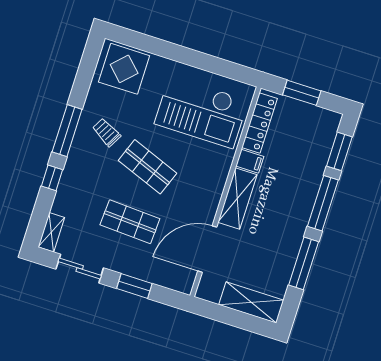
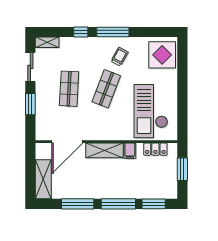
locker: (259, 123) -> (155, 149), width x0.66
door: (207, 249) -> (67, 142), swing flipped

